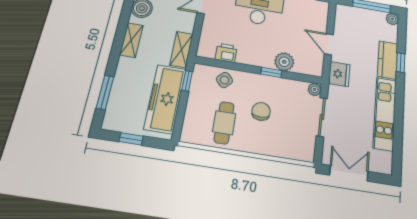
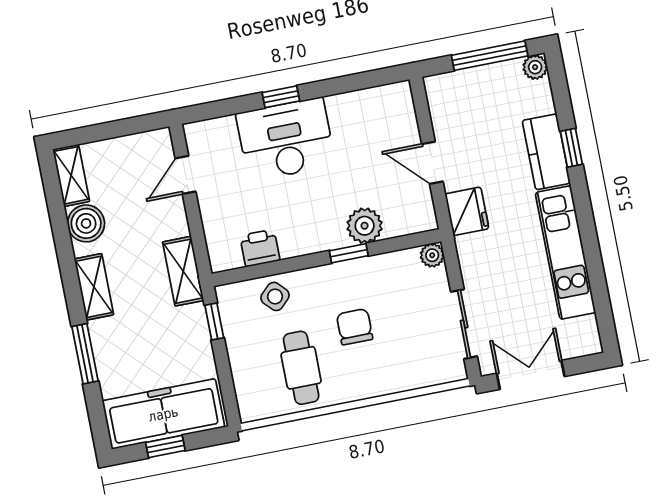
window: (105, 92) -> (85, 354), moved
freezer: (165, 99) -> (163, 414), moved, turned 90
sliding door: (322, 117) -> (464, 324), moved

